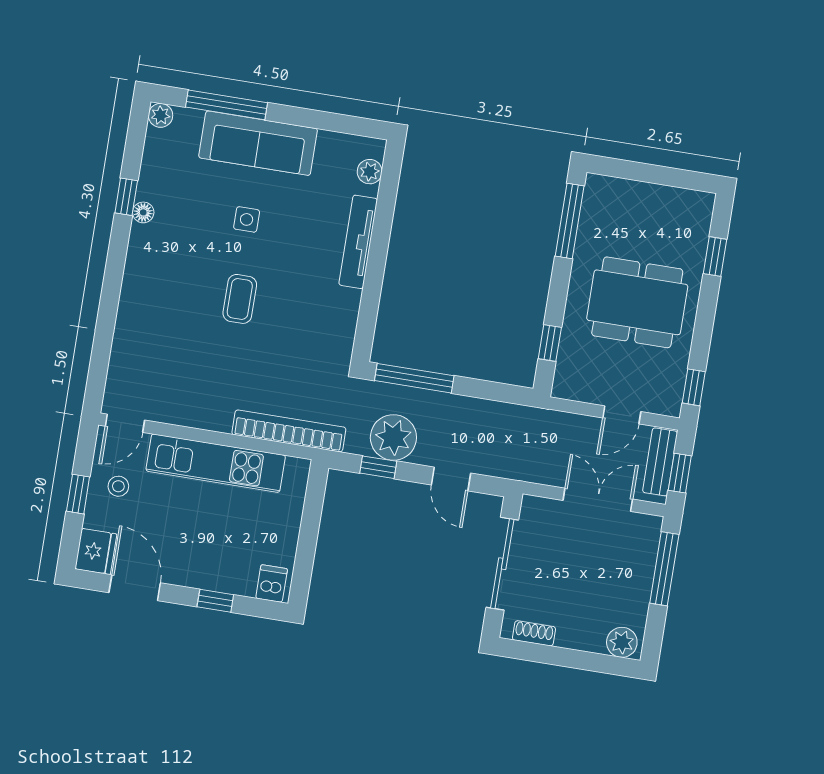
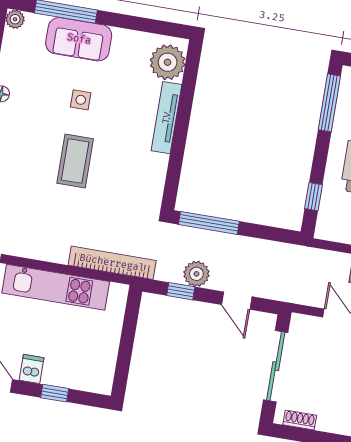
sofa: (258, 143) -> (79, 39), width x0.73
plant: (370, 172) -> (168, 62), width x1.87, depth x1.87
coffee table: (240, 299) -> (75, 161), width x1.36, depth x1.30
plant: (393, 437) -> (196, 274), width x0.73, depth x0.73
dishwasher: (272, 584) -> (32, 369), moved

